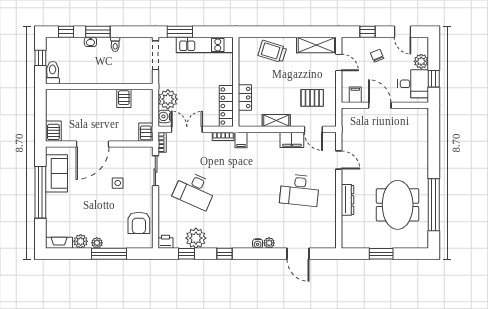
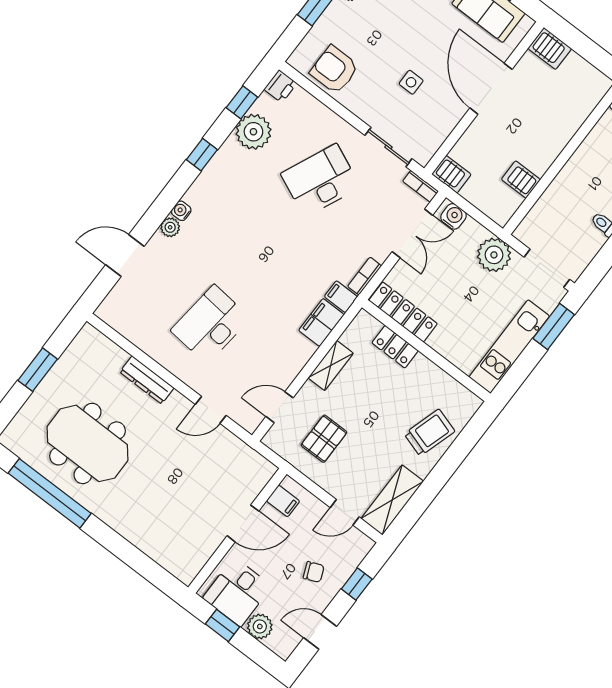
plant: (168, 99) -> (494, 255), moved
filing cabinet: (292, 140) -> (321, 322), moved

